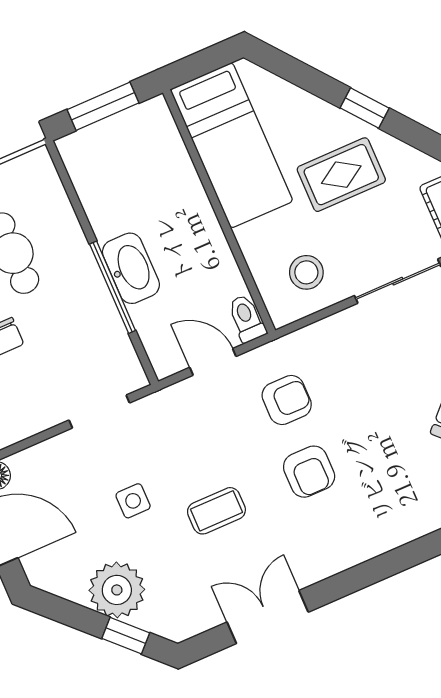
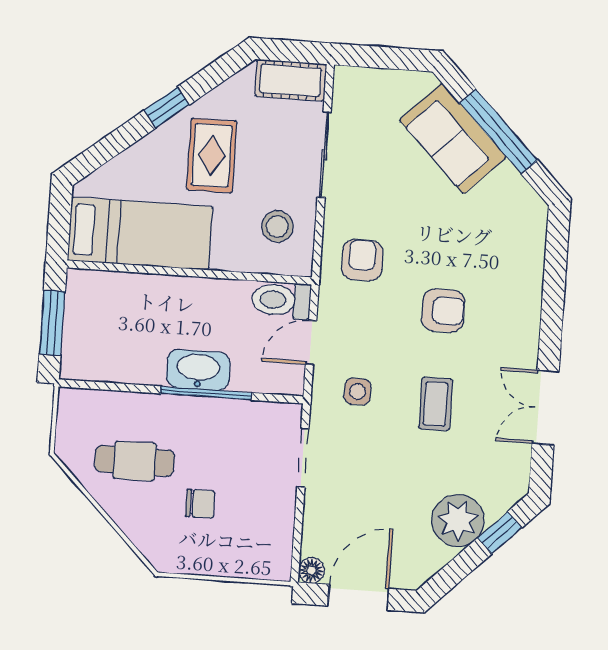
toilet: (247, 318) -> (281, 300), width x1.37, depth x1.39
armchair: (287, 400) -> (362, 260), moved
side table: (133, 501) -> (358, 392), moved

